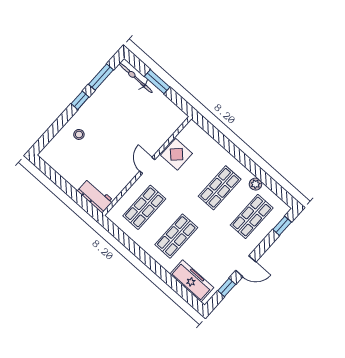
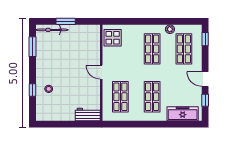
window: (80, 100) -> (32, 90), moved
display table: (177, 154) -> (113, 38), moved
door: (246, 266) -> (205, 79), swing flipped

